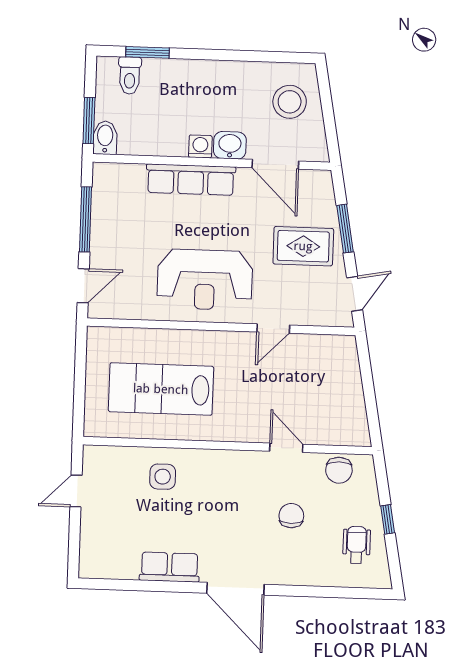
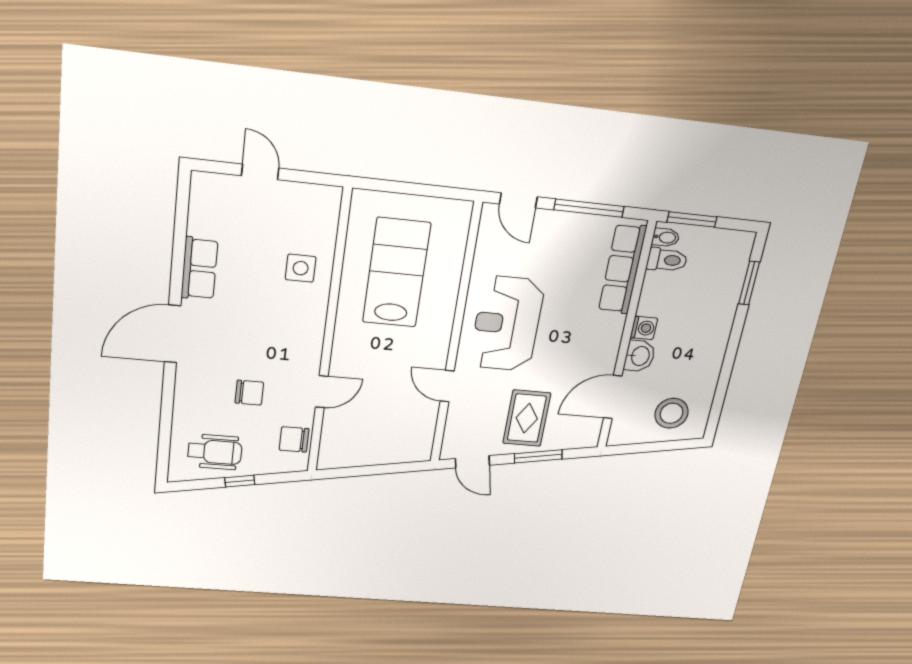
toilet: (130, 76) -> (667, 260), moved, turned 180
bidet: (105, 138) -> (666, 237), width x0.72, depth x0.74
row of seats: (191, 180) -> (622, 269), moved
door: (76, 491) -> (260, 172), moved
wheelchair: (357, 545) -> (215, 452), width x1.36, depth x1.37

